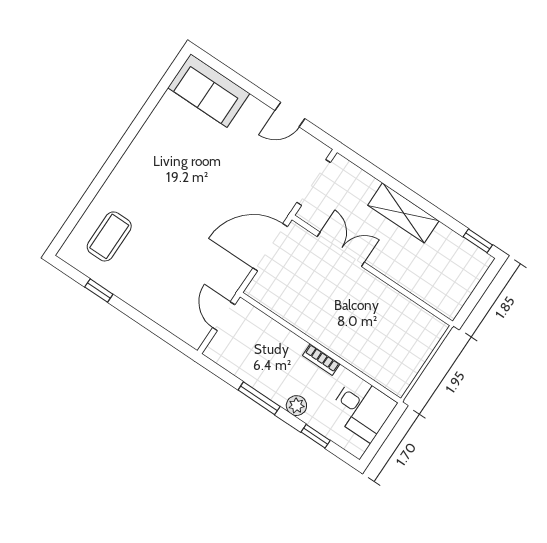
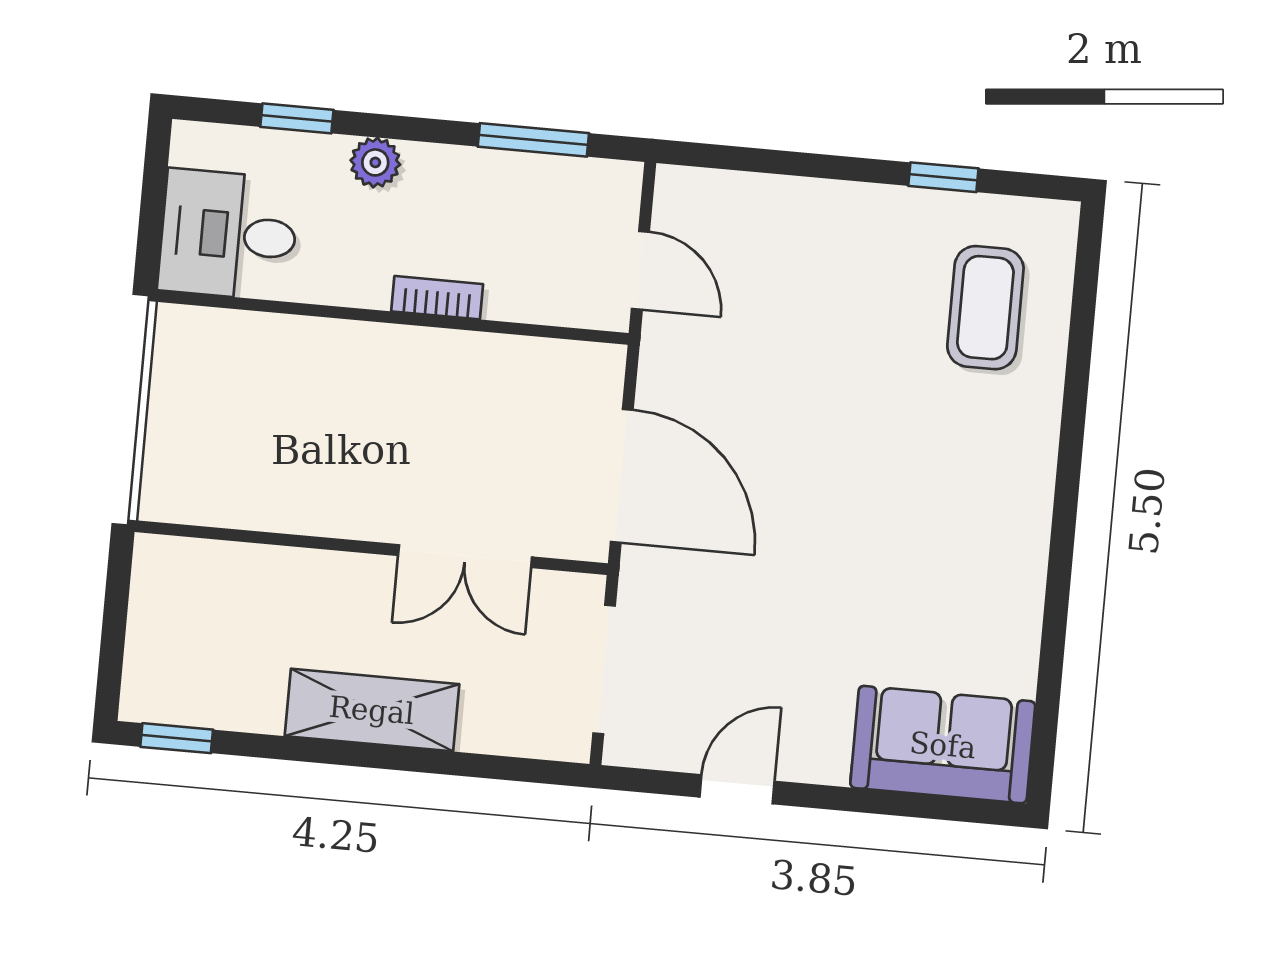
door: (270, 247) -> (622, 476), hinge flipped
bookcase: (321, 360) -> (437, 298), moved
window: (259, 398) -> (533, 140), moved

